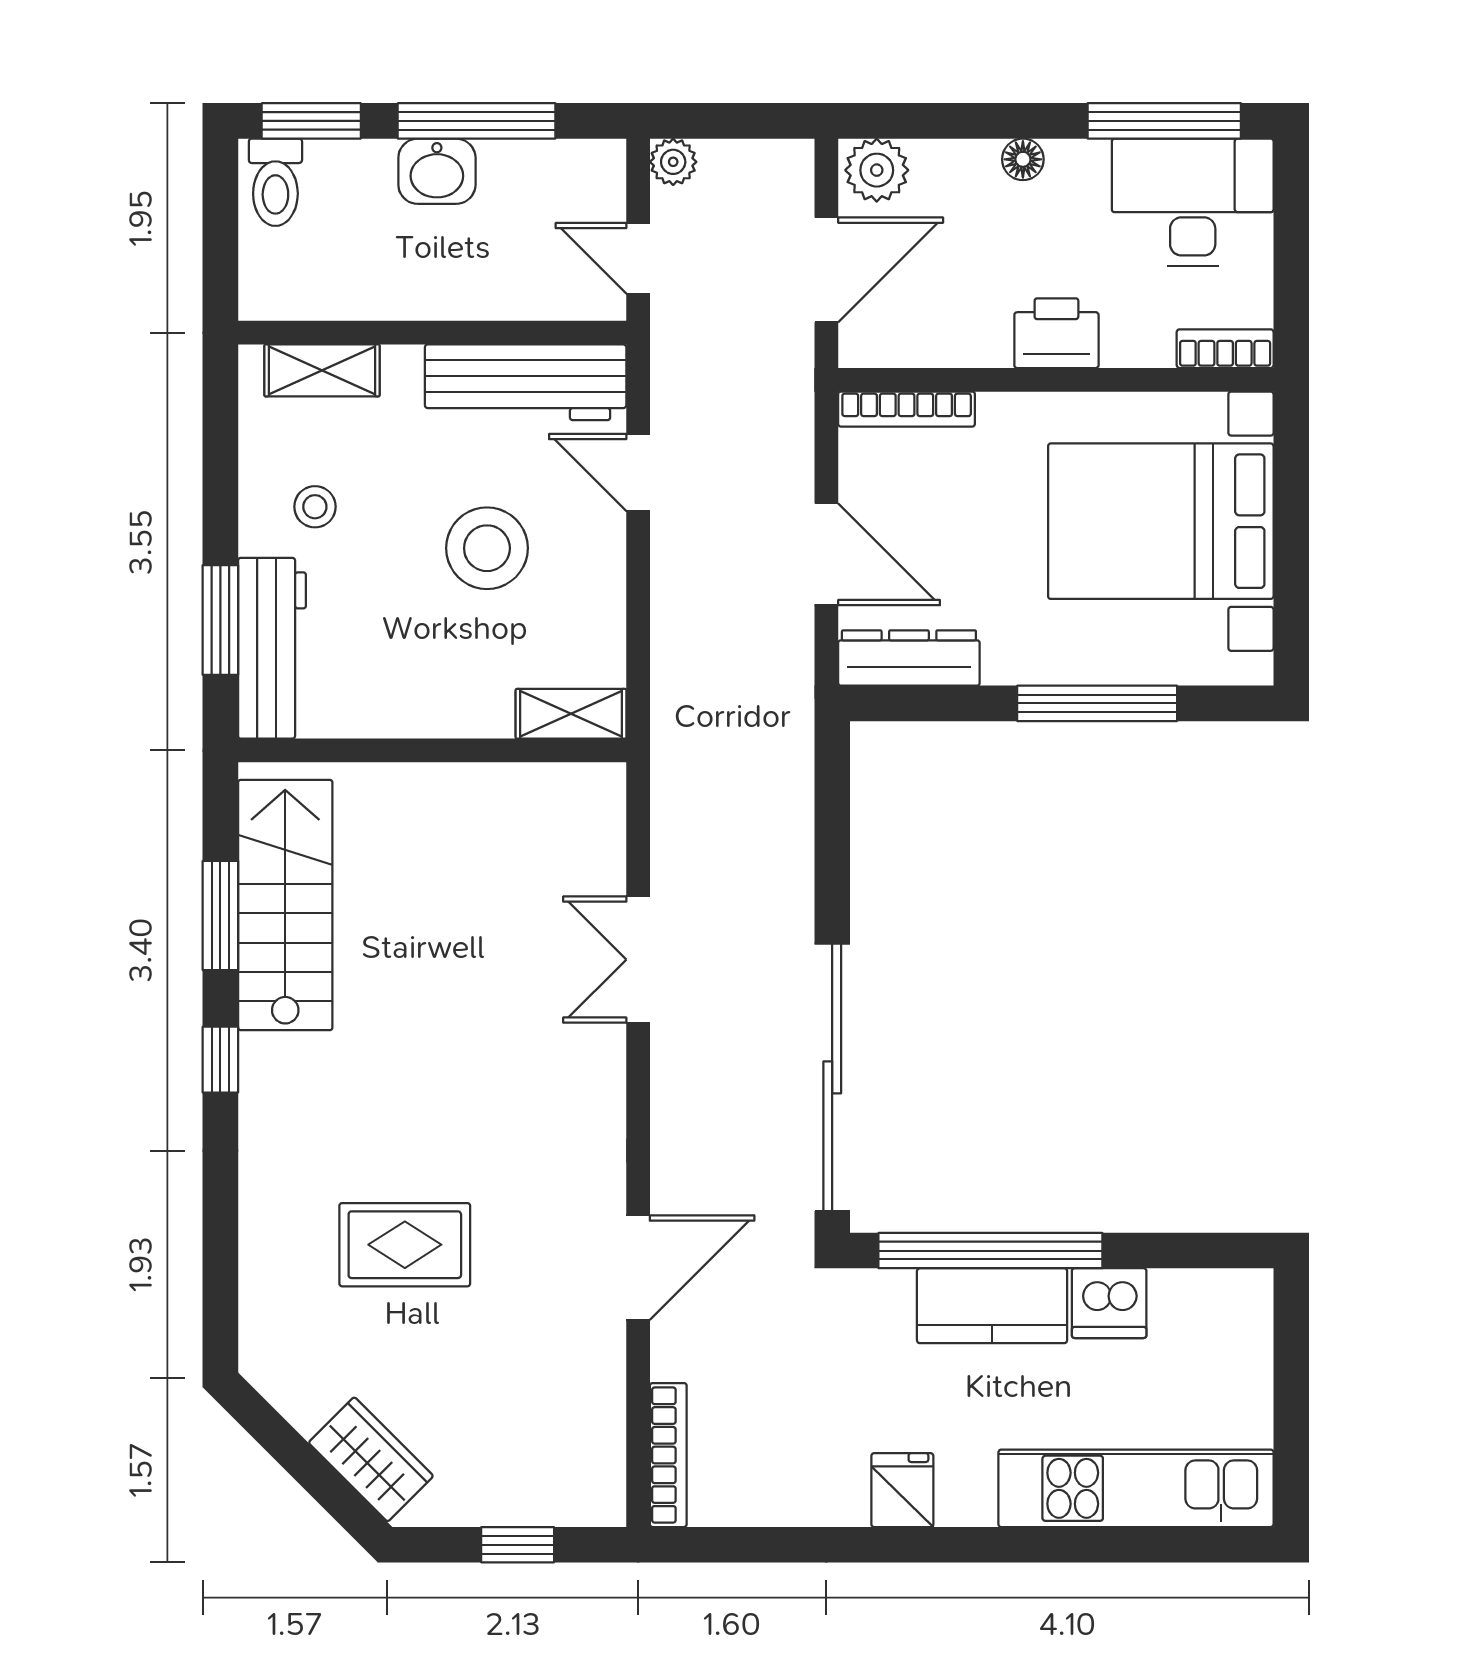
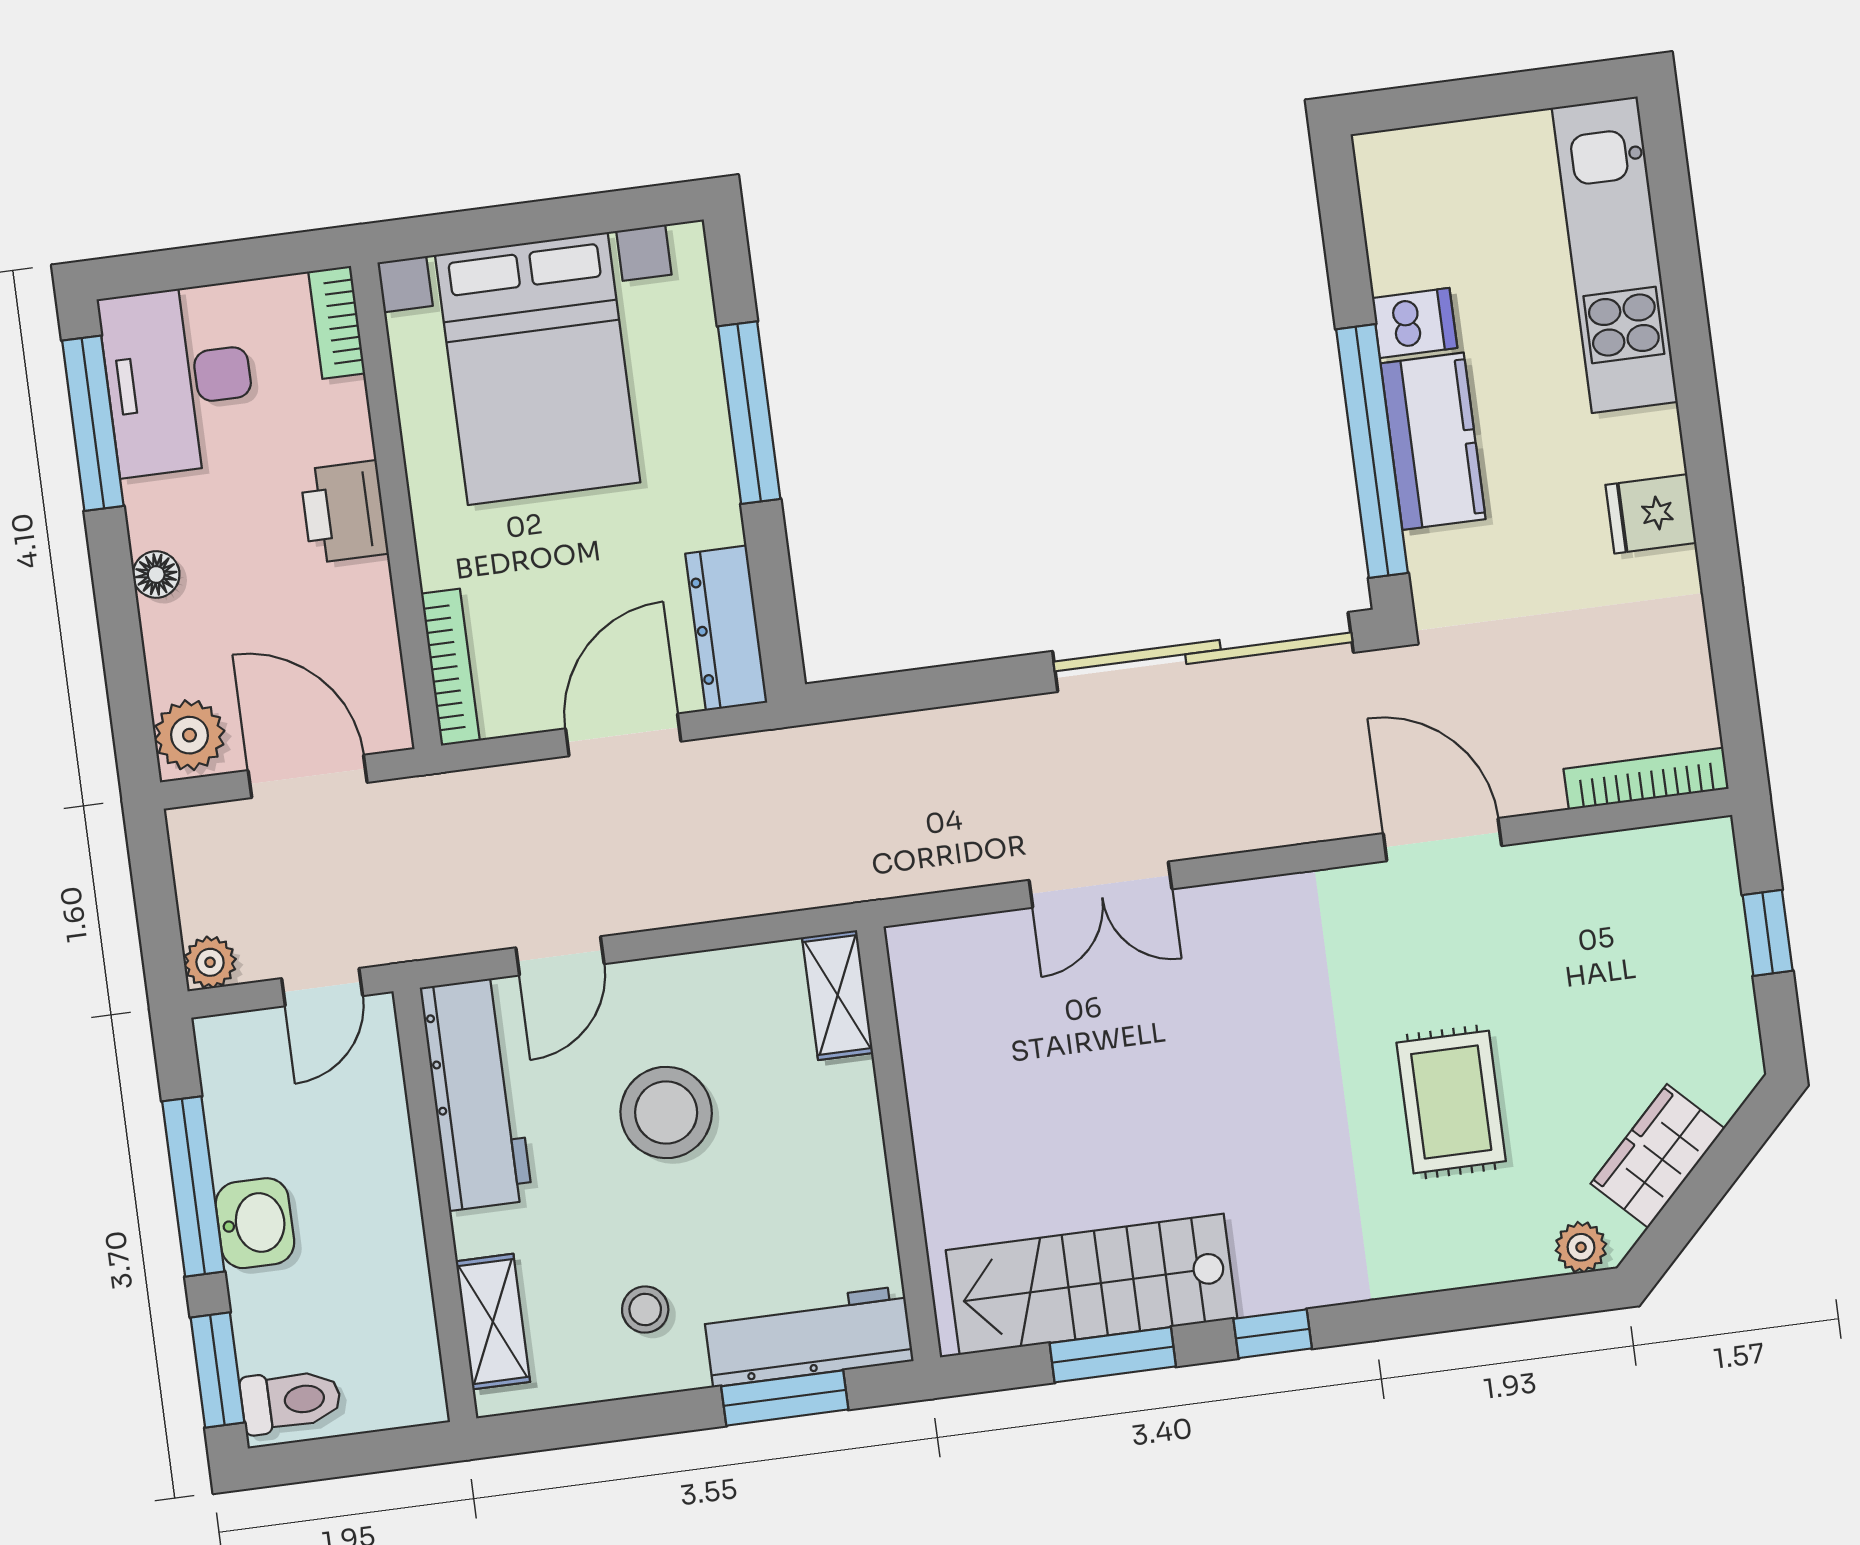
dishwasher: (1109, 1303) -> (1415, 323), width x0.73
plant: (261, 1343) -> (1581, 1247), added
wardrobe: (371, 1459) -> (1658, 1156), moved

